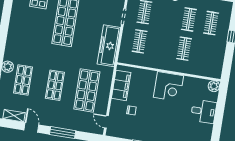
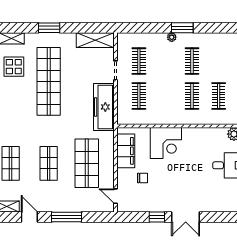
clothes rail: (211, 23) -> (219, 96), moved
corner desk: (168, 86) -> (166, 143), moved

